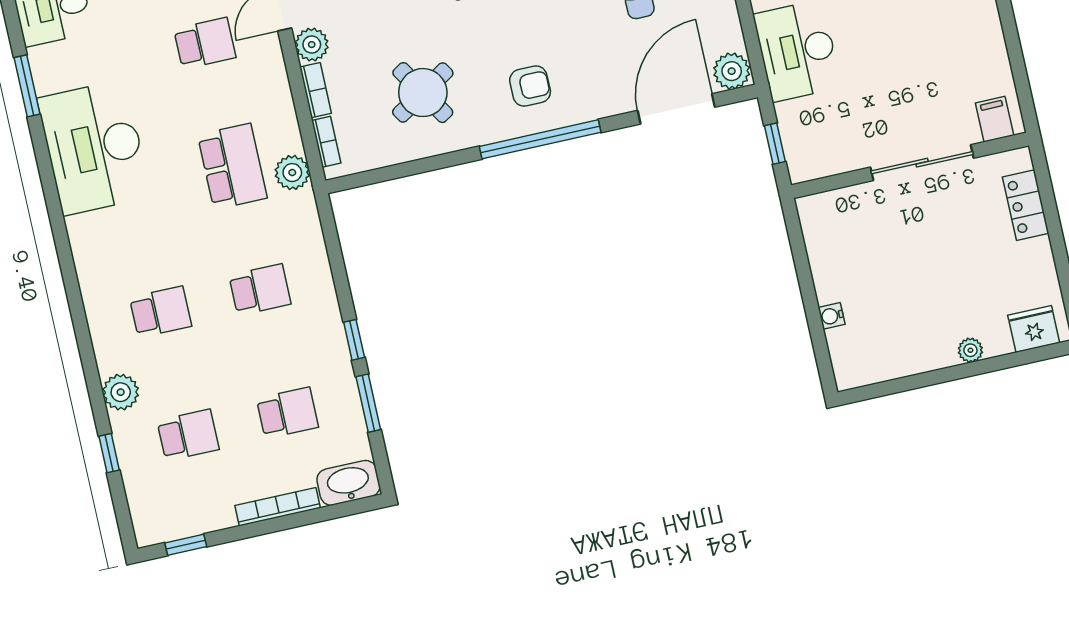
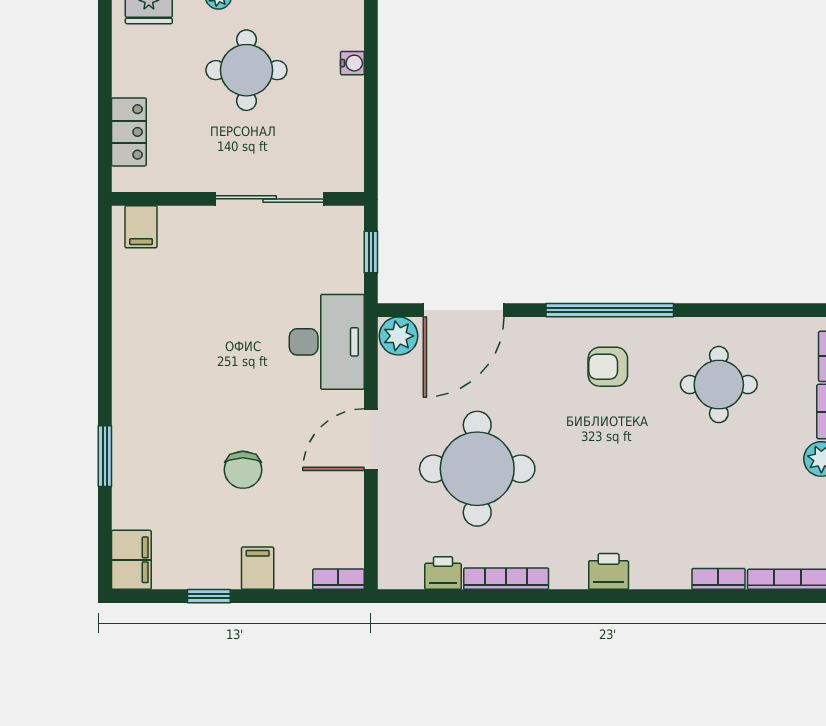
round table: (423, 93) -> (719, 385), turned 32
sliding door: (922, 163) -> (270, 199), moved
round table: (929, 287) -> (246, 70), added

